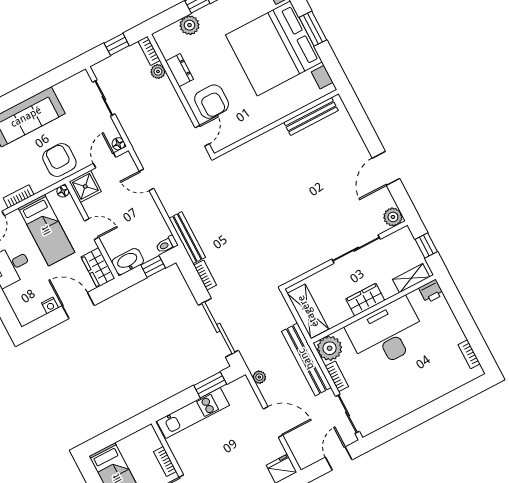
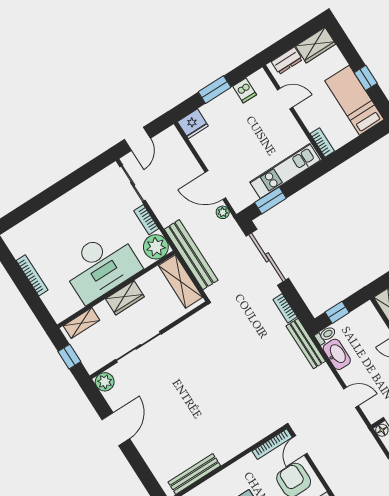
bookcase: (230, 140) -> (272, 444), added
washbasin: (128, 262) -> (337, 354), moved, turned -90
printer: (431, 291) -> (61, 312), removed
bookcase: (469, 354) -> (32, 275), moved, width x1.56
bench: (306, 359) -> (191, 255), moved
door: (273, 422) -> (215, 185), moved
bookcase: (165, 462) -> (322, 142), moved

